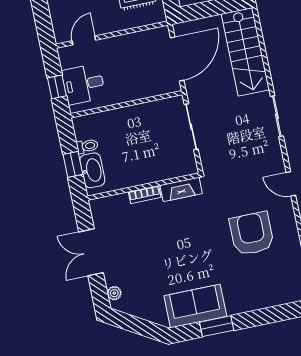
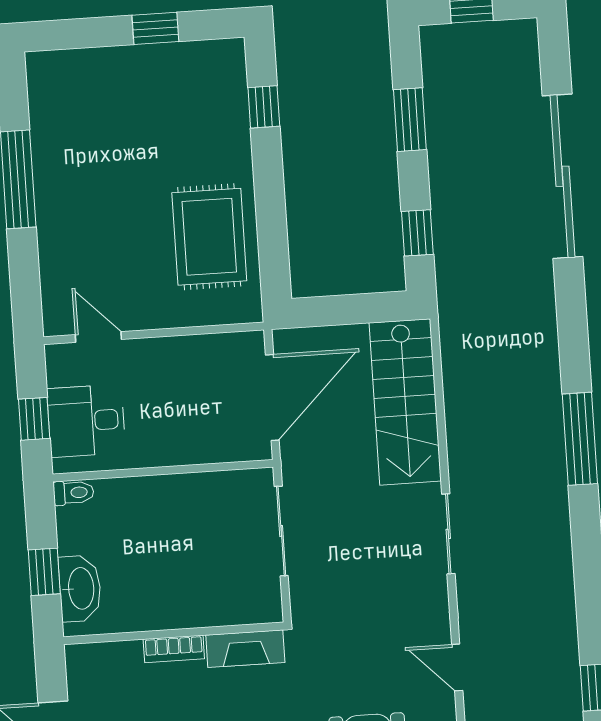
door: (84, 40) -> (98, 337), hinge flipped
toilet: (87, 146) -> (74, 493), moved

